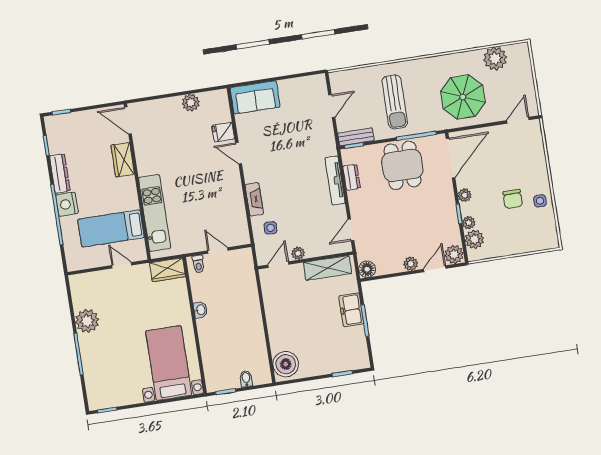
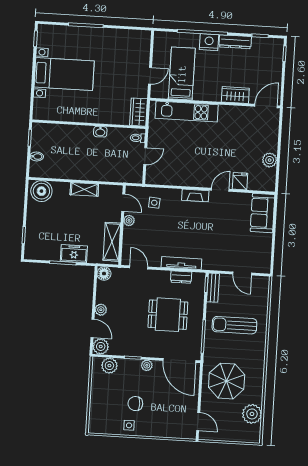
dining table: (402, 165) -> (168, 315), moved
fireplace: (254, 199) -> (195, 195), moved
plant: (469, 223) -> (124, 364), removed
shelving: (273, 314) -> (84, 189), added
plant: (87, 321) -> (111, 38), removed
bed with nightstands: (169, 363) -> (64, 74), moved

